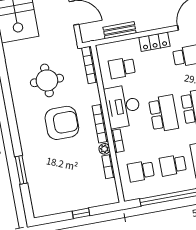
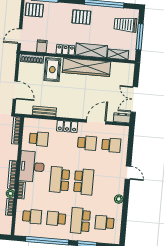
school desk: (122, 68) -> (39, 139), turned 180
school desk: (163, 114) -> (60, 180), turned 180
school desk: (141, 171) -> (32, 217), turned 180

